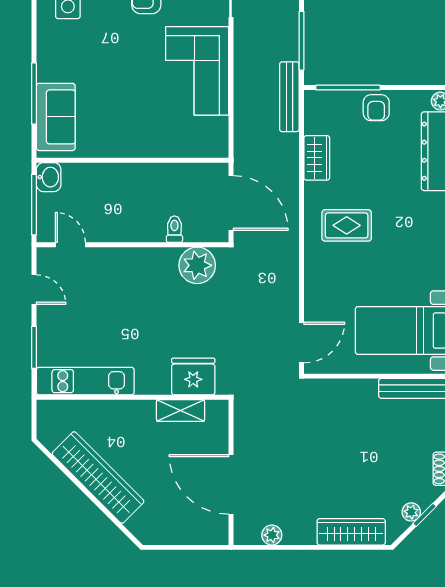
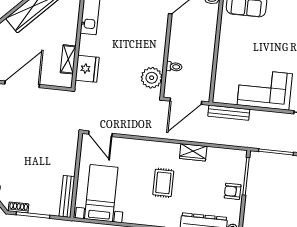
bench: (289, 97) -> (229, 113), moved
wardrobe: (317, 158) -> (193, 152), moved
rug: (347, 225) -> (163, 183), moved

